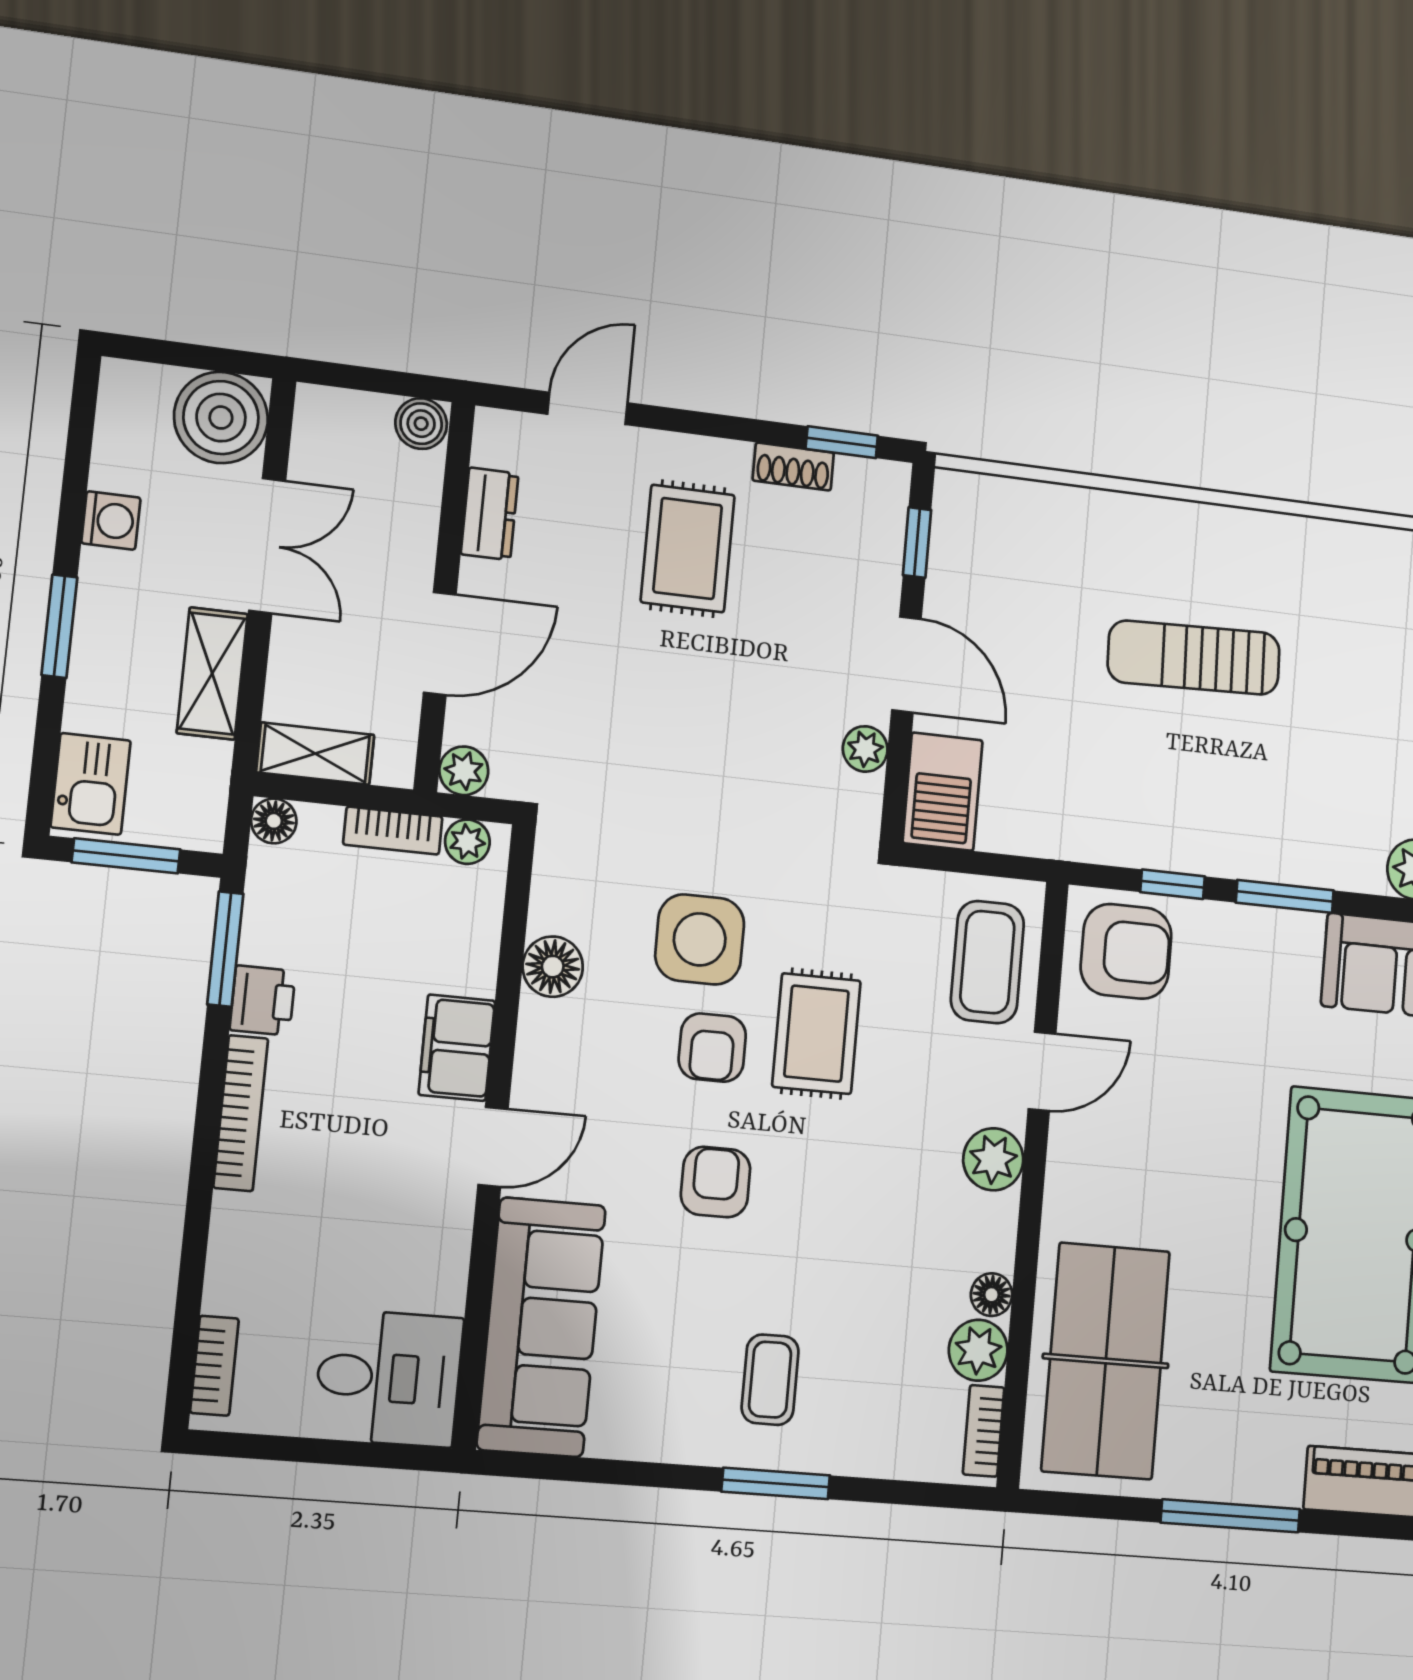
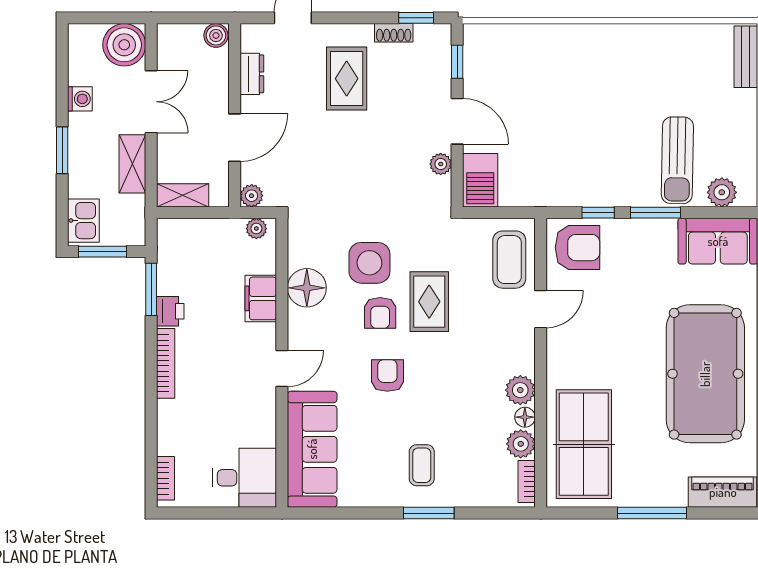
sun lounger: (1194, 658) -> (677, 160), moved, turned -87
floor lamp: (274, 821) -> (167, 229), removed
bookcase: (393, 831) -> (222, 227), removed
floor lamp: (553, 967) -> (307, 288), width x1.38, depth x1.38
filing cabinet: (457, 1048) -> (261, 298), moved
plant: (993, 1159) -> (520, 390), moved

